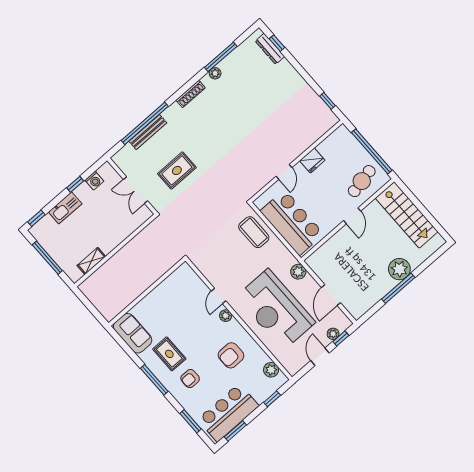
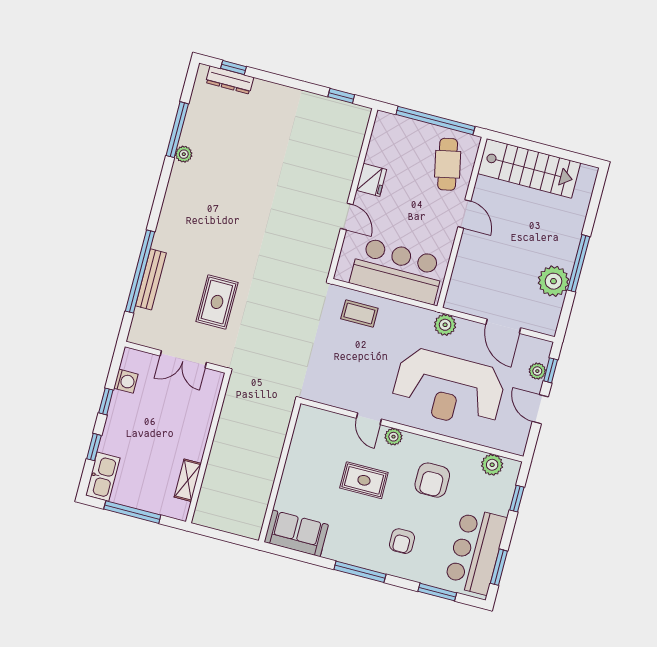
shoe rack: (191, 94) -> (171, 199), removed
kitchen sink: (65, 208) -> (103, 477), moved
window: (36, 218) -> (94, 447), moved
coffee table: (254, 232) -> (359, 313), width x0.73, depth x0.77
plant: (399, 269) -> (553, 281), moved
rug: (169, 354) -> (364, 480), moved

